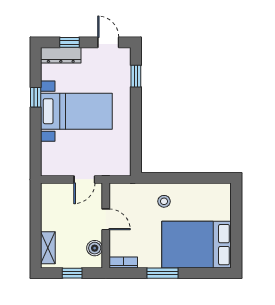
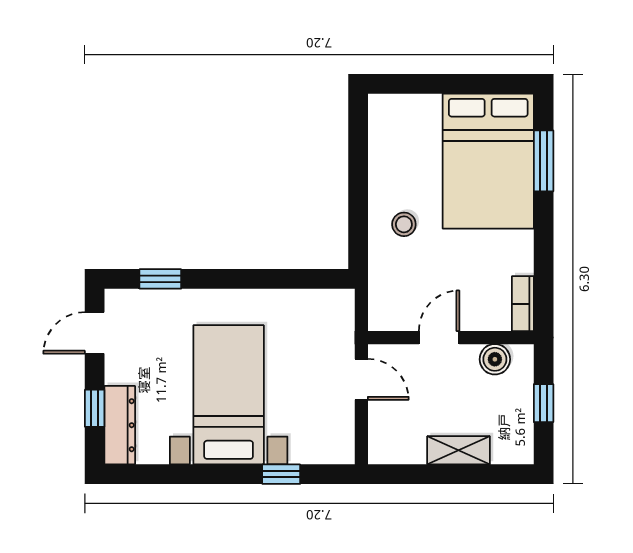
window: (36, 97) -> (281, 474), moved
shelving: (48, 248) -> (459, 450), moved
window: (163, 273) -> (544, 161), moved

